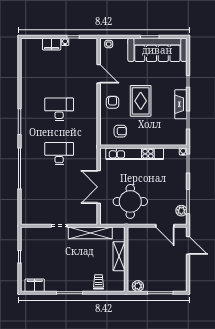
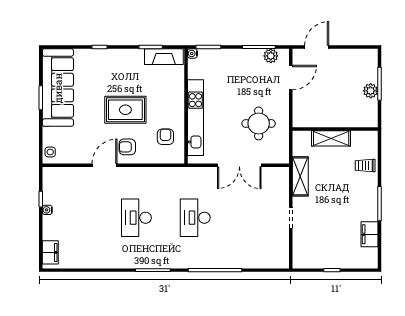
filing cabinet: (52, 44) -> (50, 252), moved
door: (99, 74) -> (105, 165), moved
fireplace: (181, 104) -> (164, 57), moved
round table: (130, 201) -> (259, 123), width x0.73, depth x0.73
shelving: (90, 233) -> (300, 176), width x0.68
filing cabinet: (35, 285) -> (370, 234), moved
plant: (138, 286) -> (371, 91), moved

